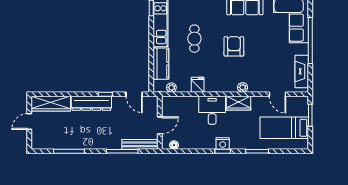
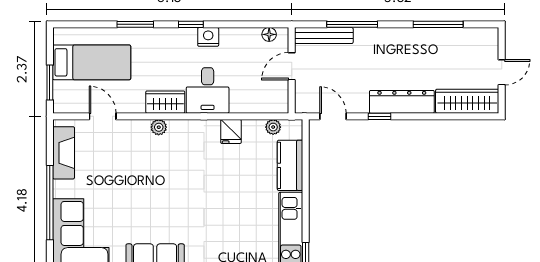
cafe table: (194, 39) -> (236, 206), removed
armchair: (234, 46) -> (173, 193), removed
nightstand: (223, 144) -> (208, 37), moved

